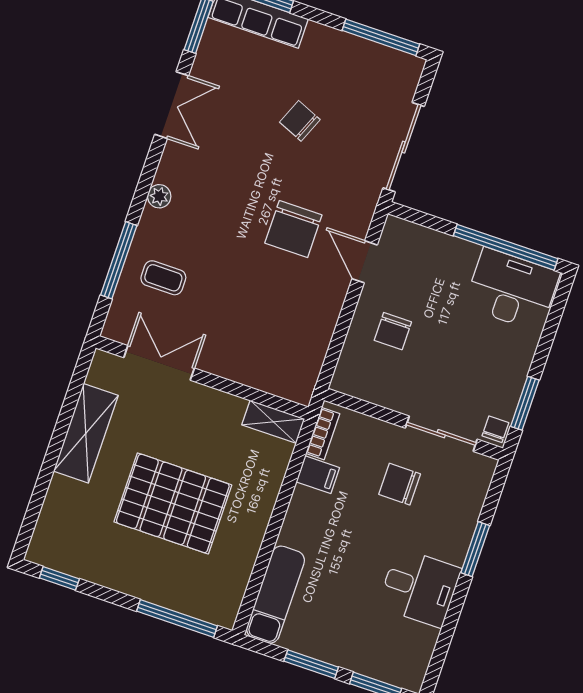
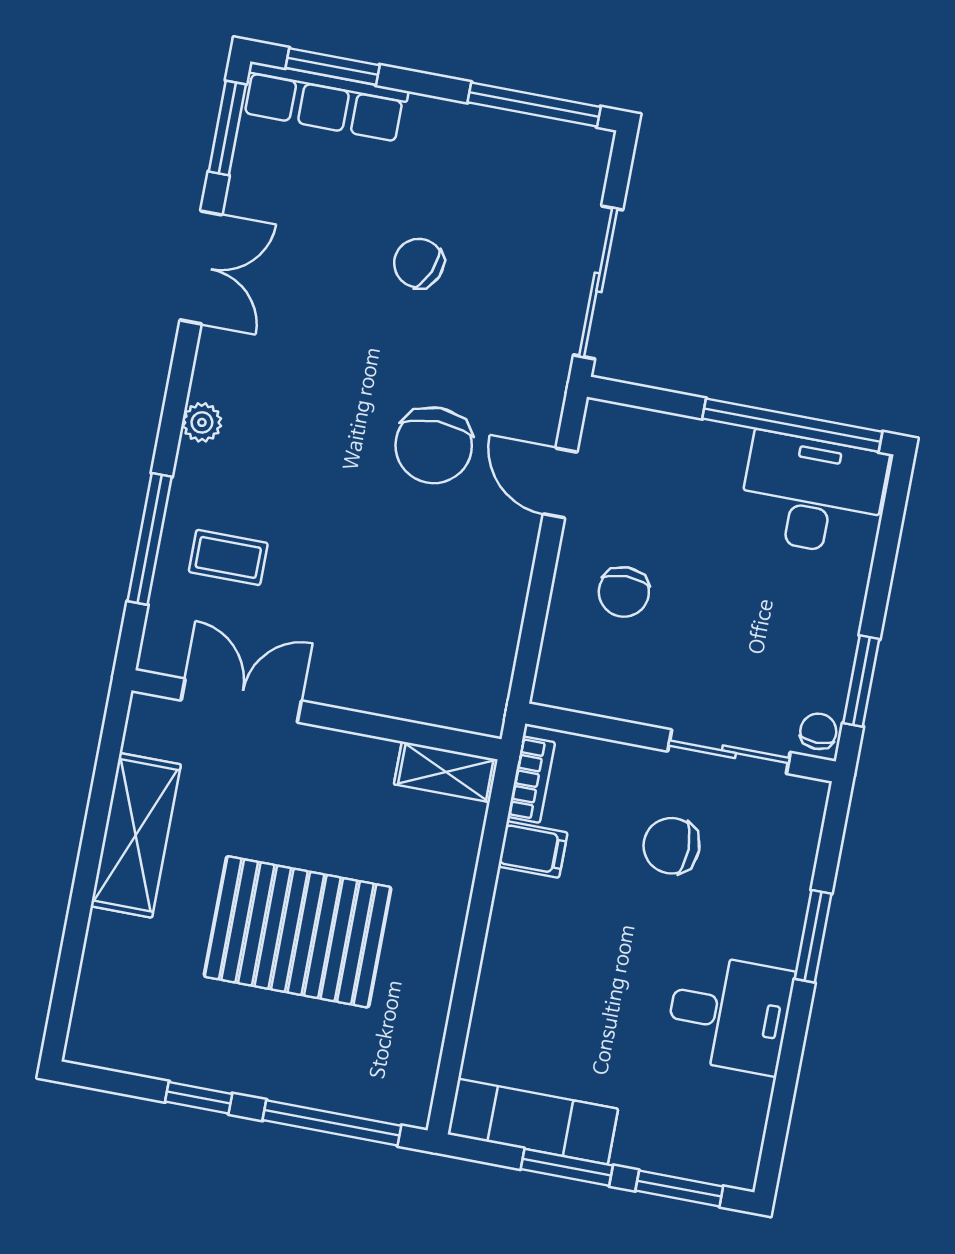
window: (59, 578) -> (199, 1098), moved
exam couch: (276, 595) -> (533, 1122), moved, turned -90

